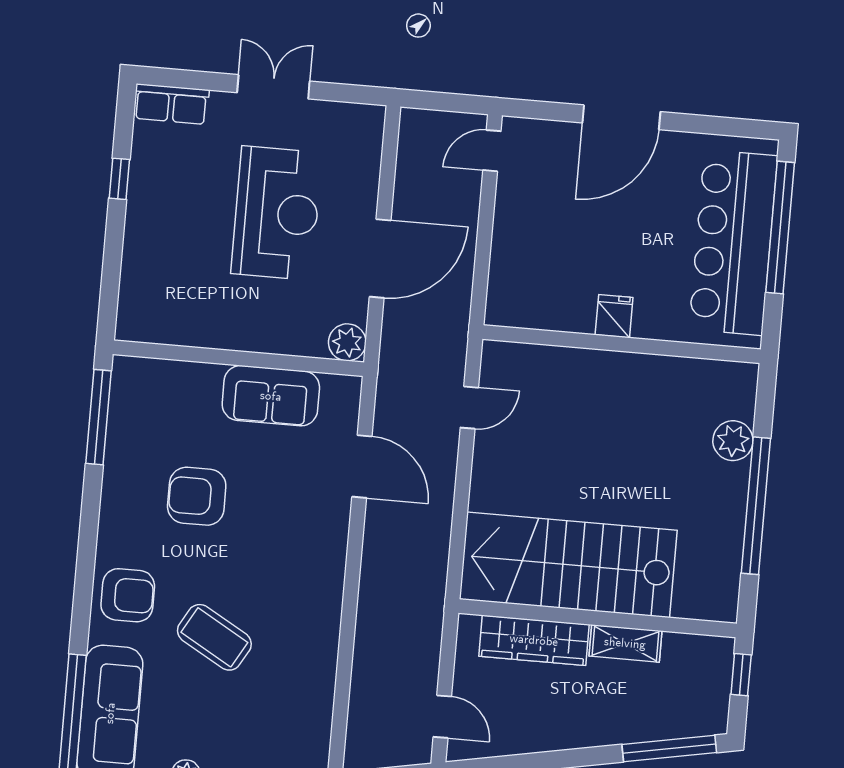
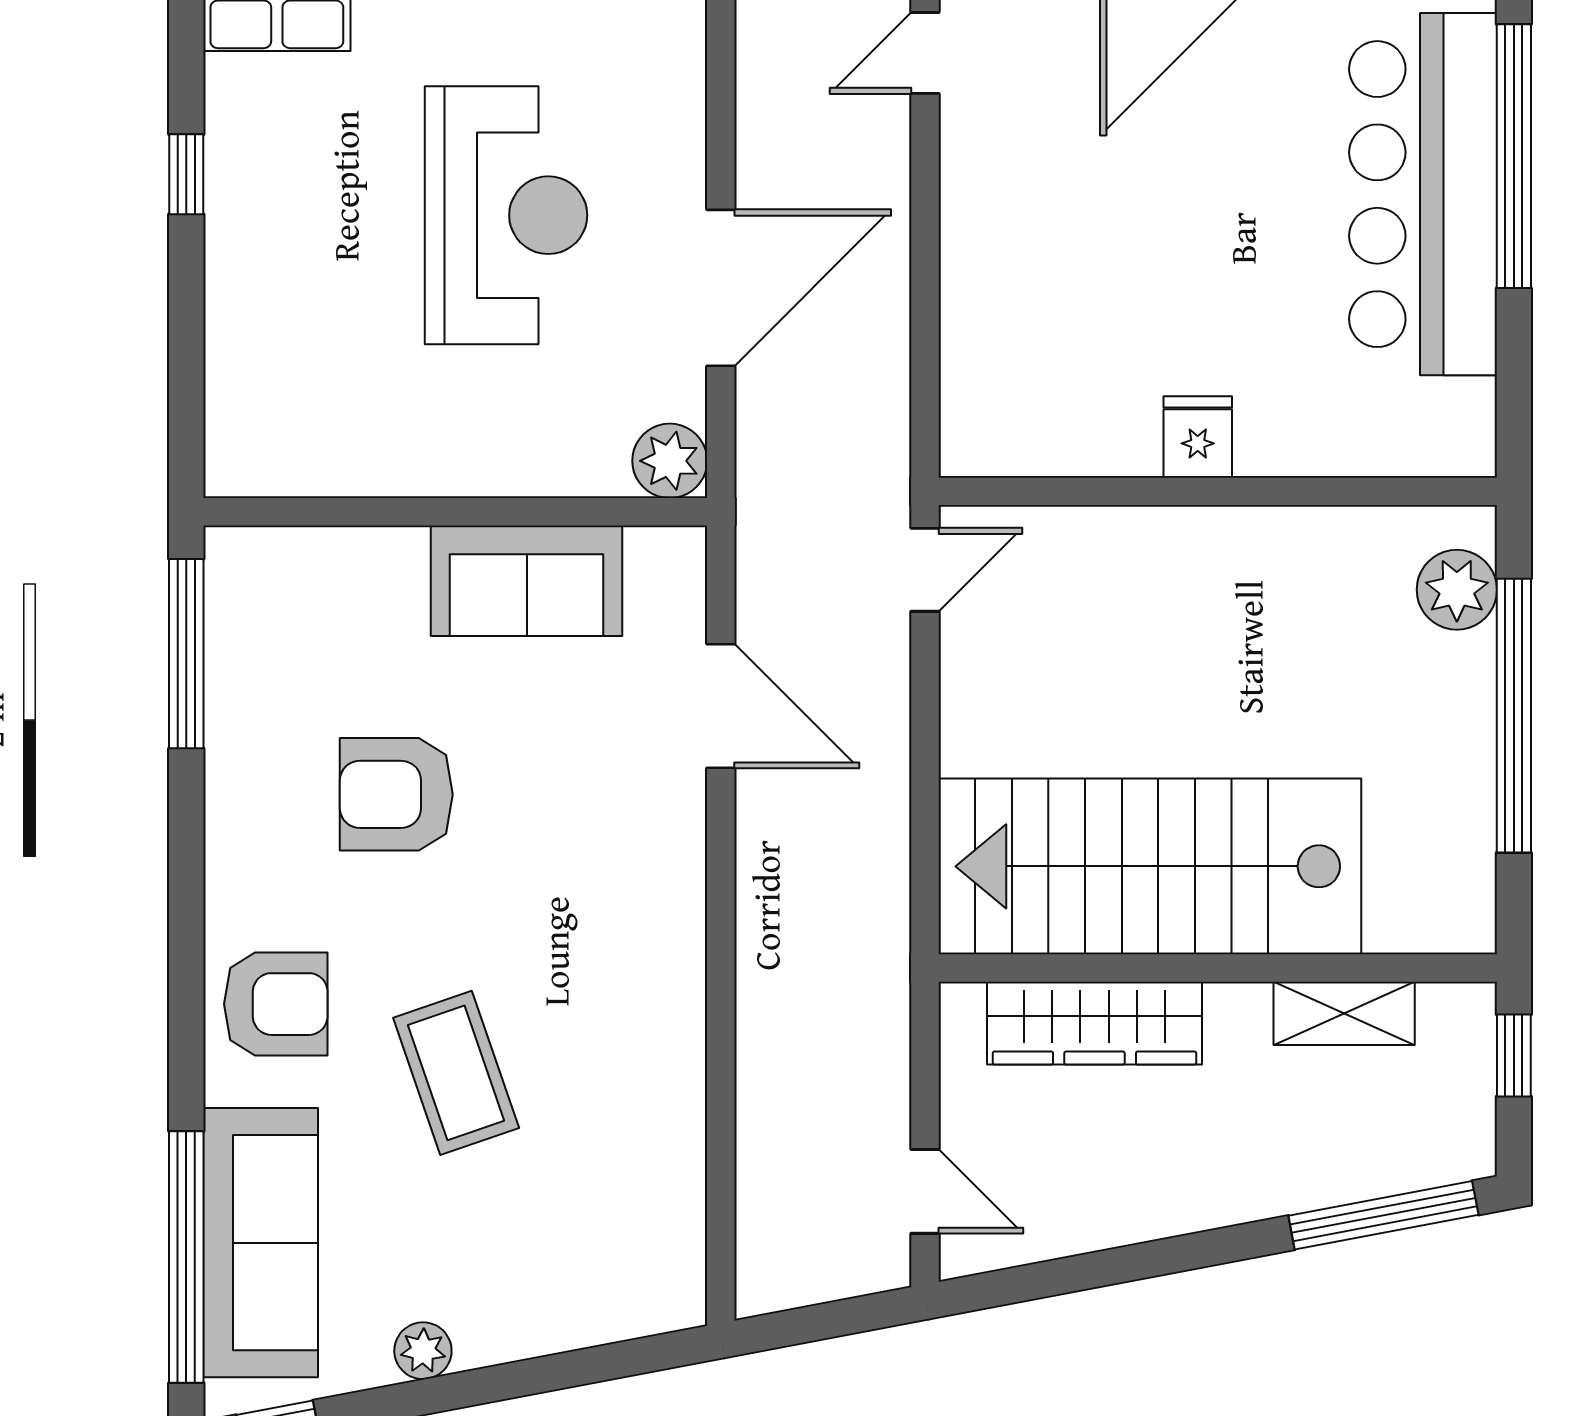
fridge: (614, 316) -> (1198, 437), moved
wall: (622, 344) -> (1218, 491), moved
coffee table: (214, 637) -> (456, 1073), turned 41
shelving: (625, 643) -> (1344, 1013), moved

